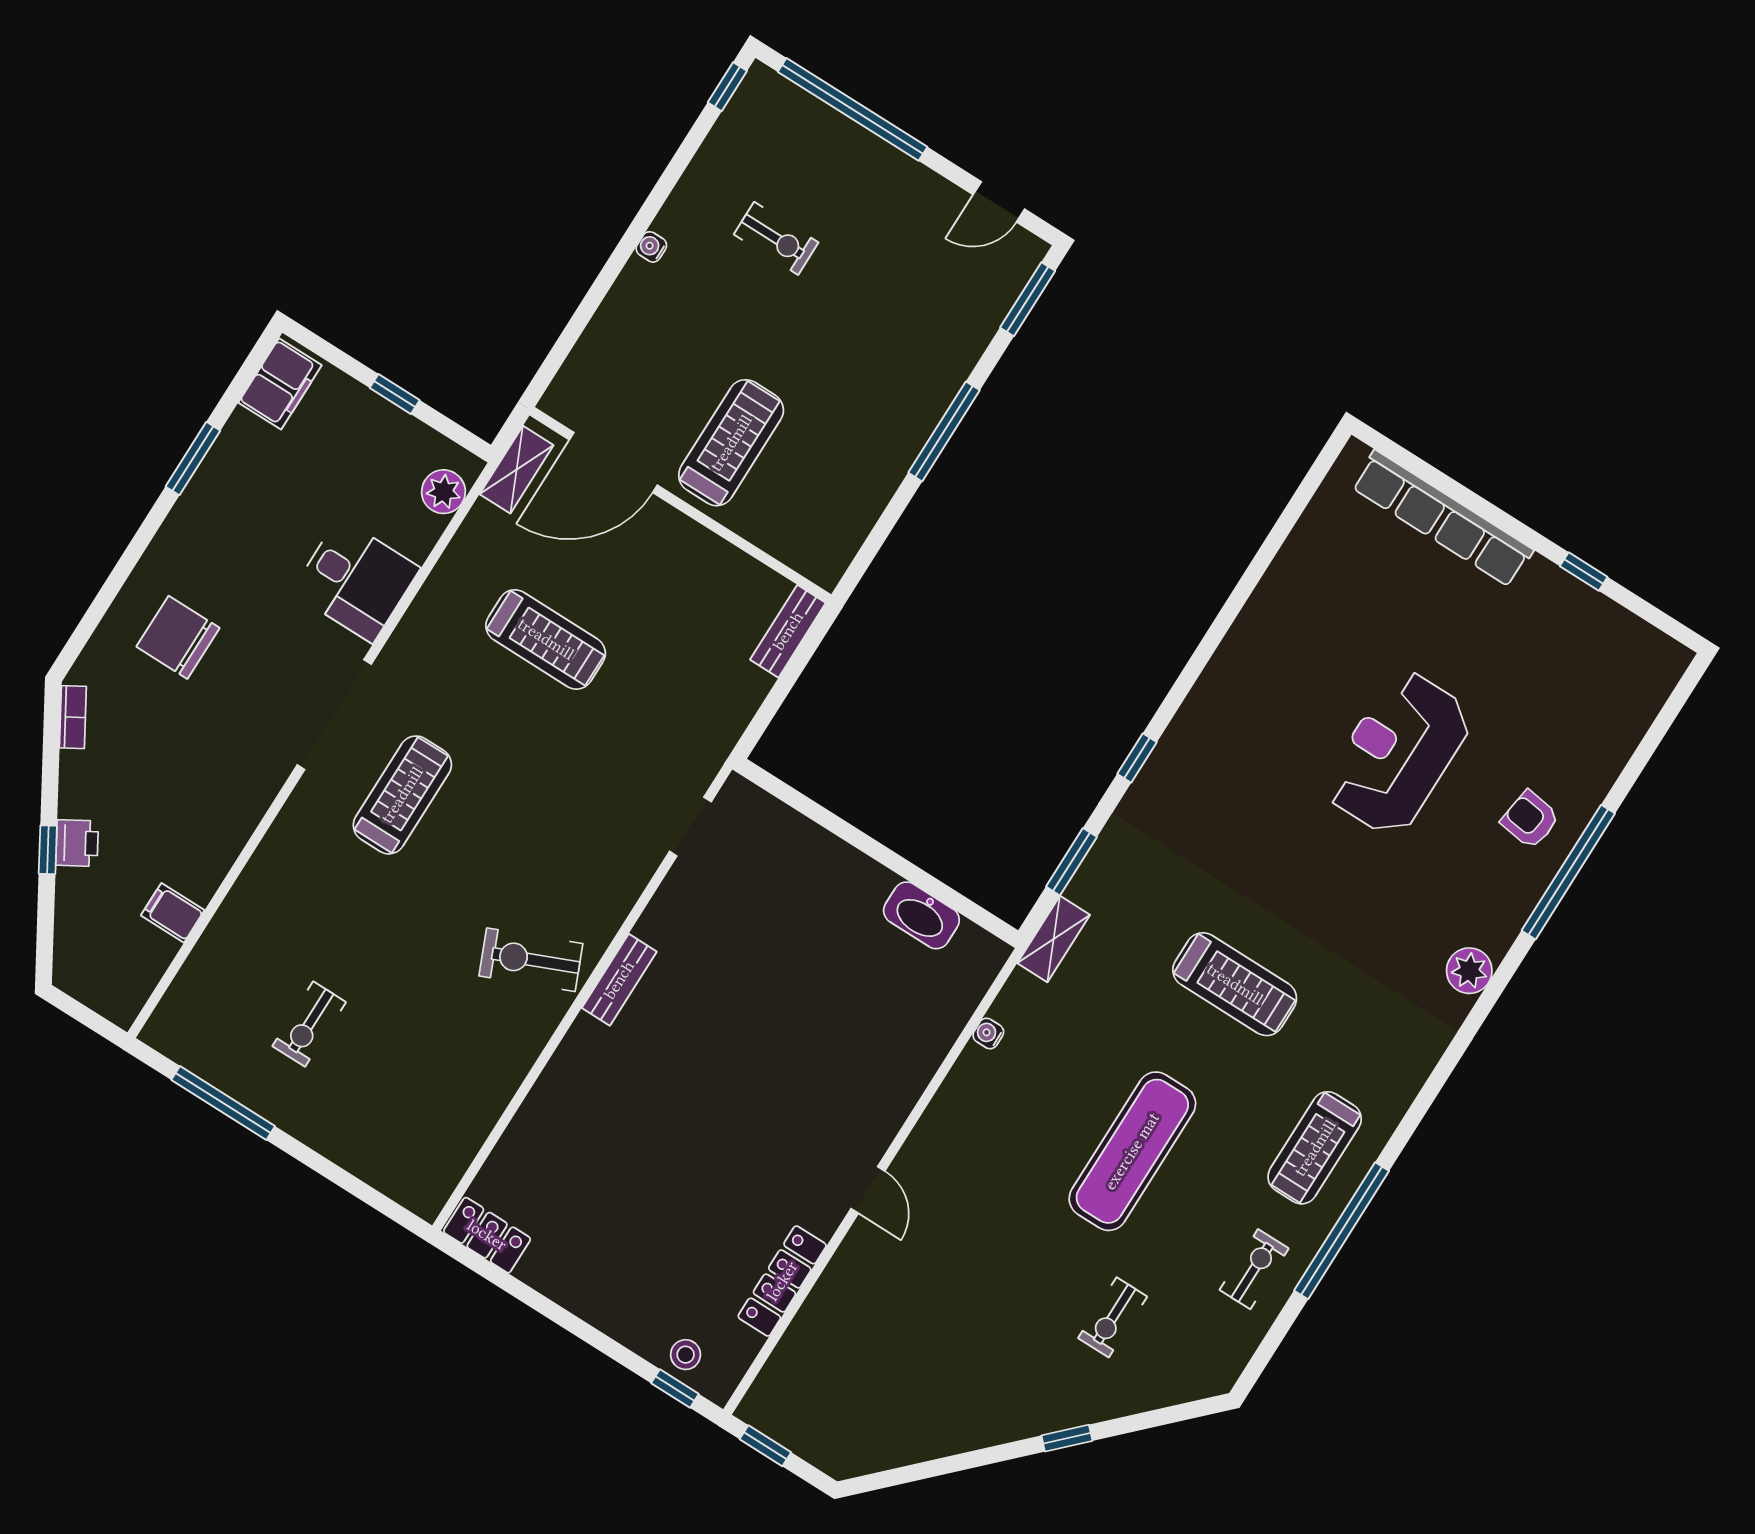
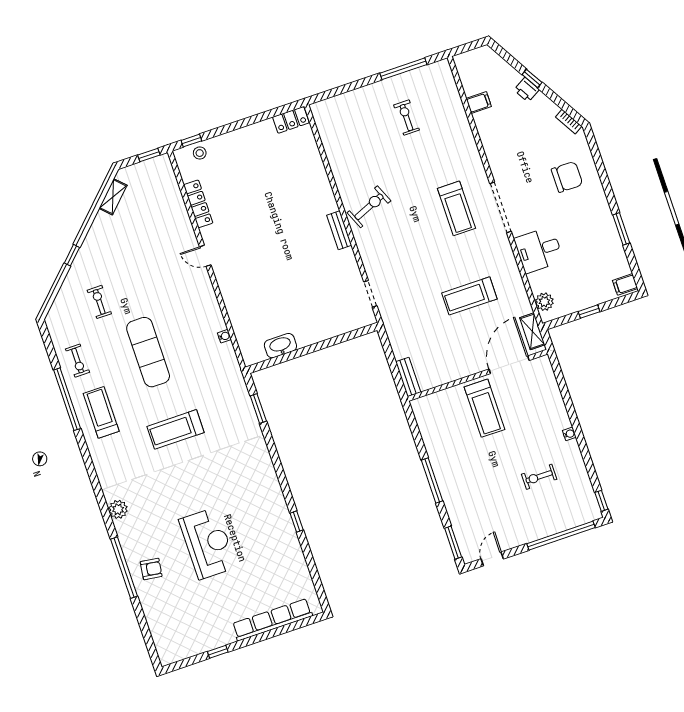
filing cabinet: (280, 384) -> (625, 284), width x0.50
window: (1137, 758) -> (297, 521), moved
shelving: (1054, 939) -> (113, 197), moved, turned 45

